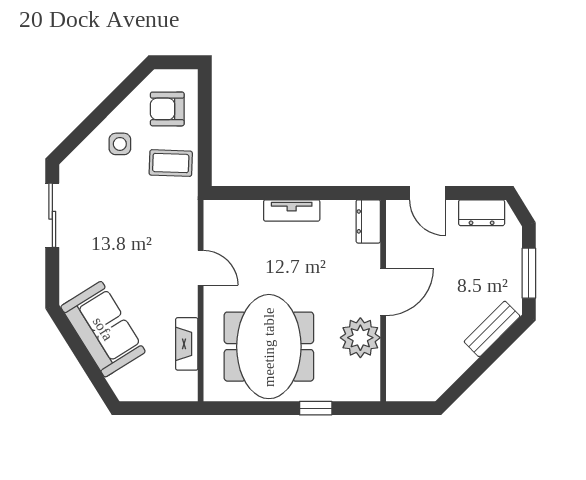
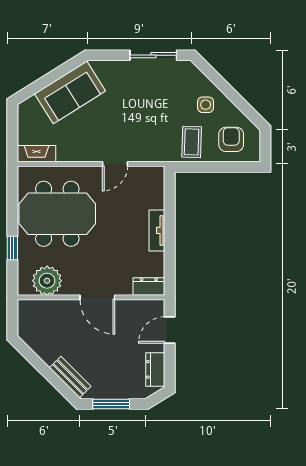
plant: (360, 338) -> (47, 281), moved
fireplace: (187, 344) -> (37, 154), moved

